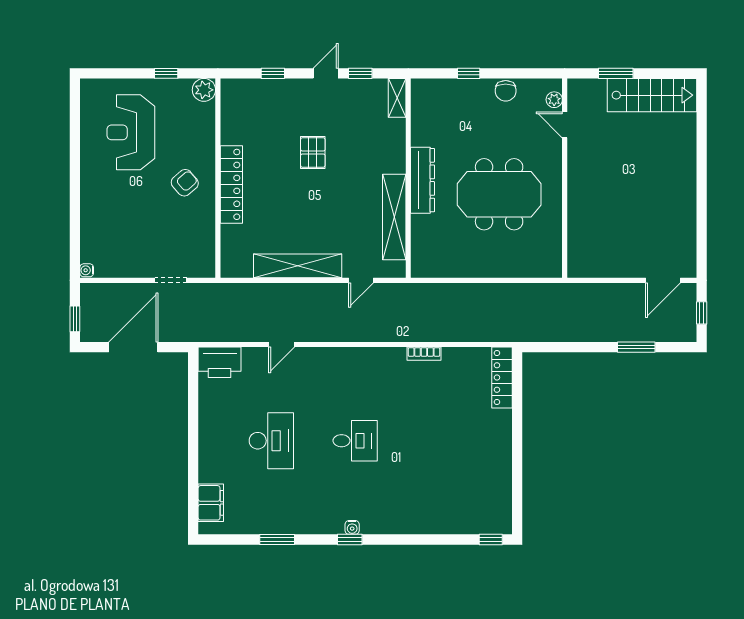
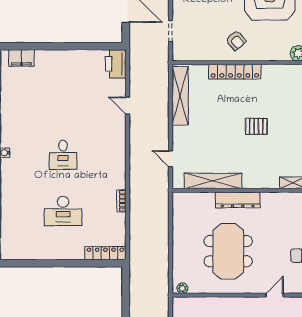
plant: (554, 100) -> (182, 288), moved
shelving: (298, 266) -> (180, 96), moved
desk: (271, 441) -> (63, 211), moved

